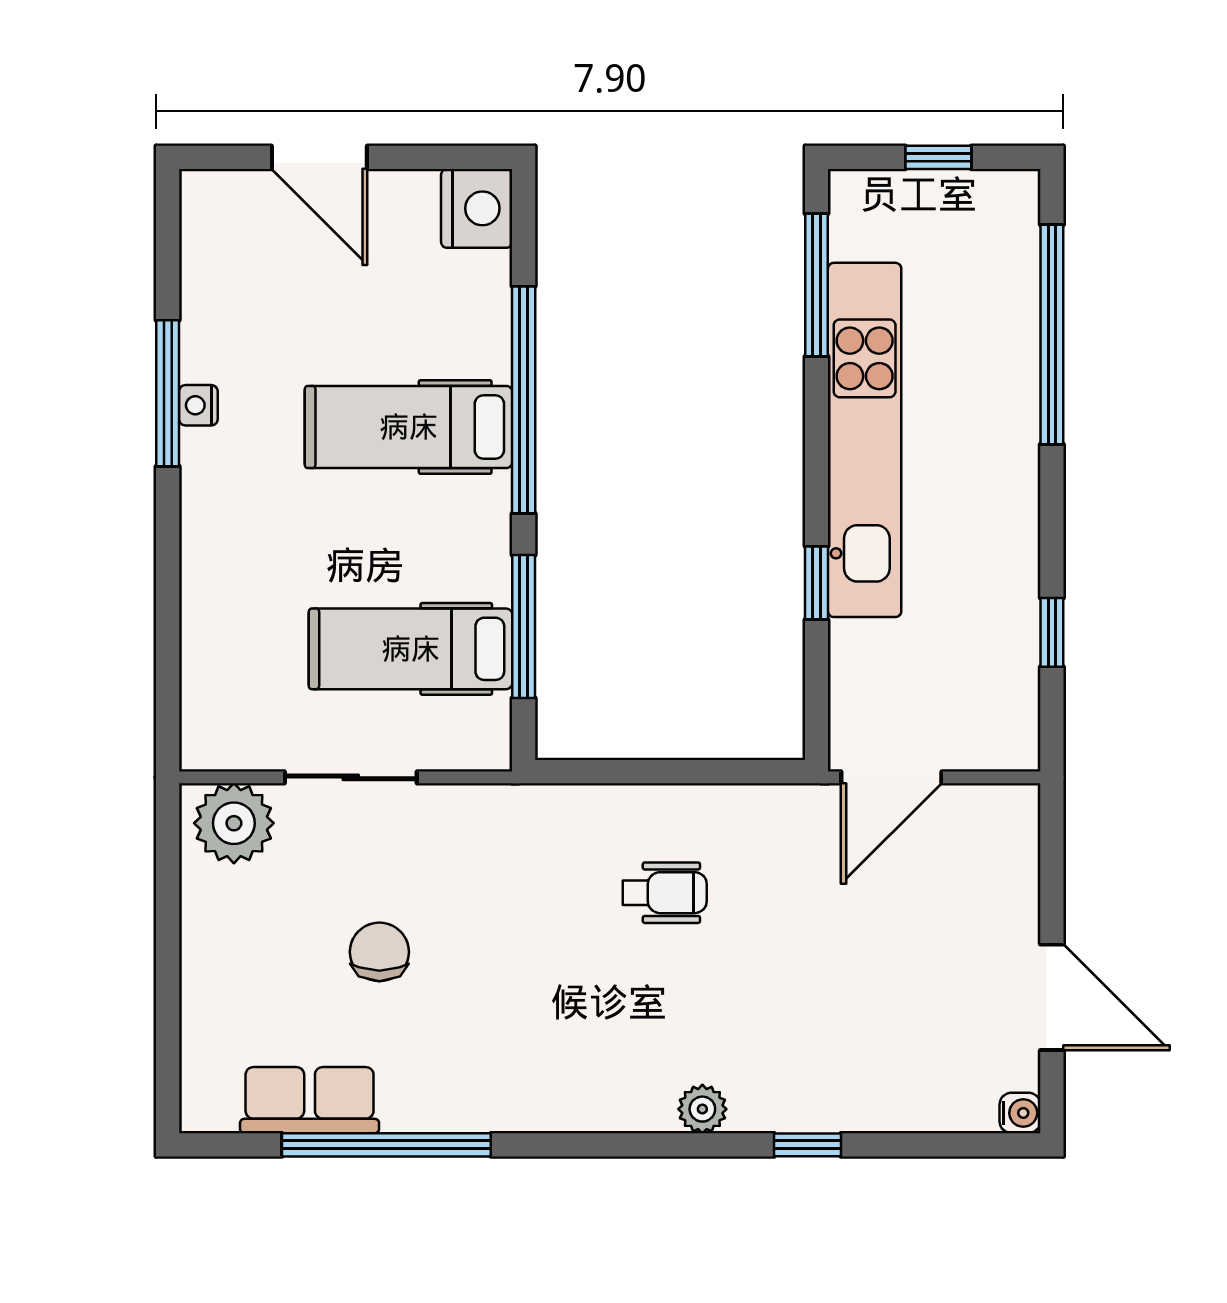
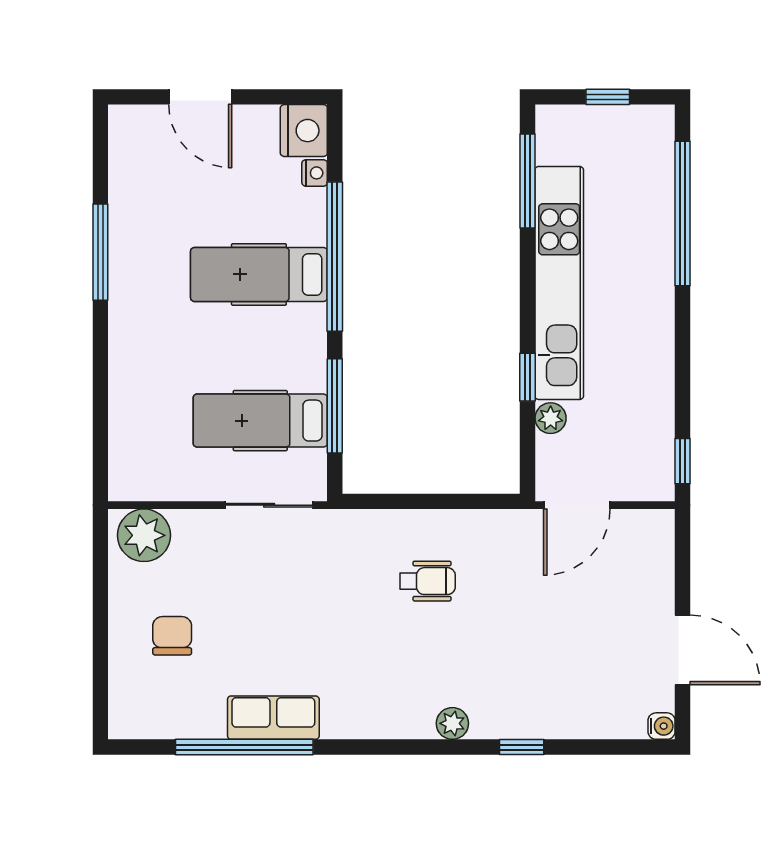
nightstand: (198, 405) -> (315, 173), moved, turned 180
window: (1052, 632) -> (682, 461), moved
plant: (851, 645) -> (551, 418), added
sliding door: (351, 777) -> (269, 505), moved
chair: (379, 952) -> (172, 636), moved
row of seats: (310, 1100) -> (273, 718), moved

